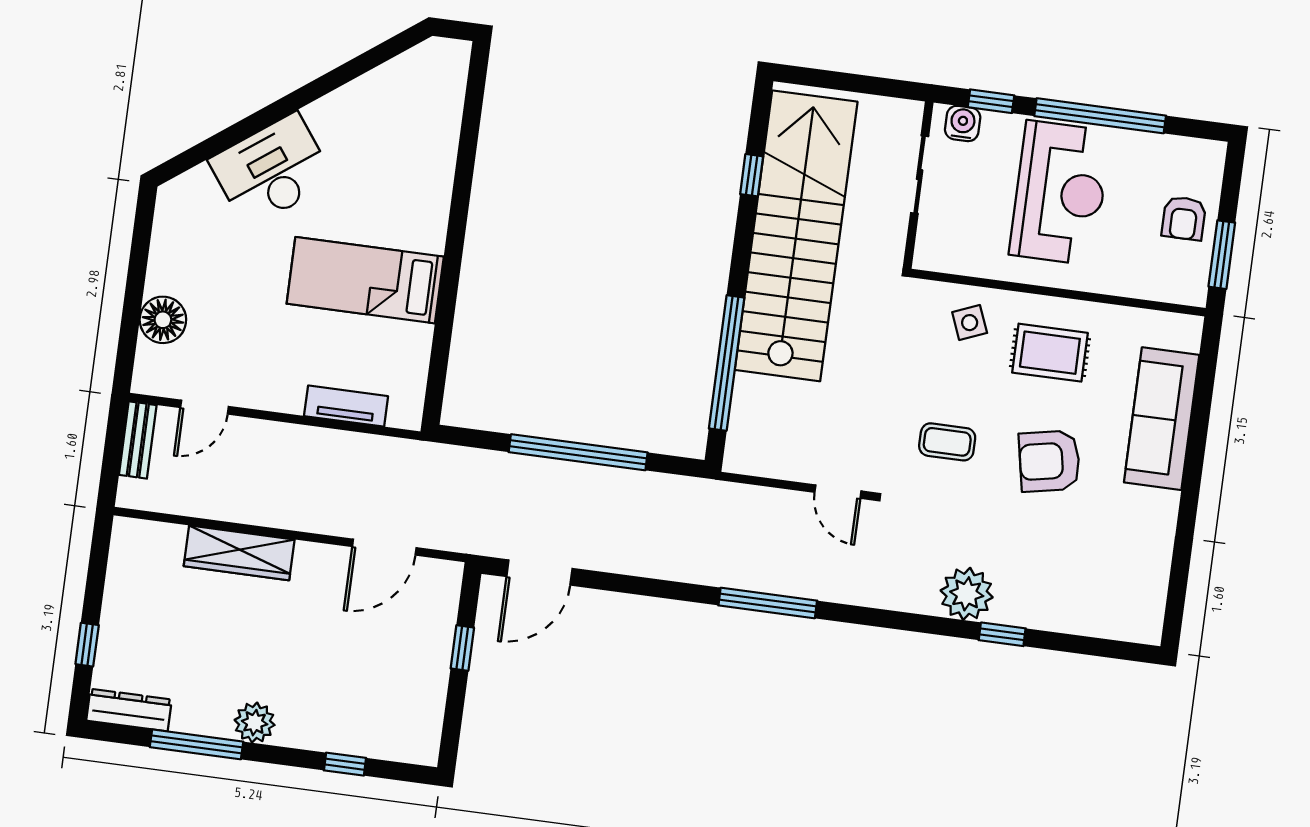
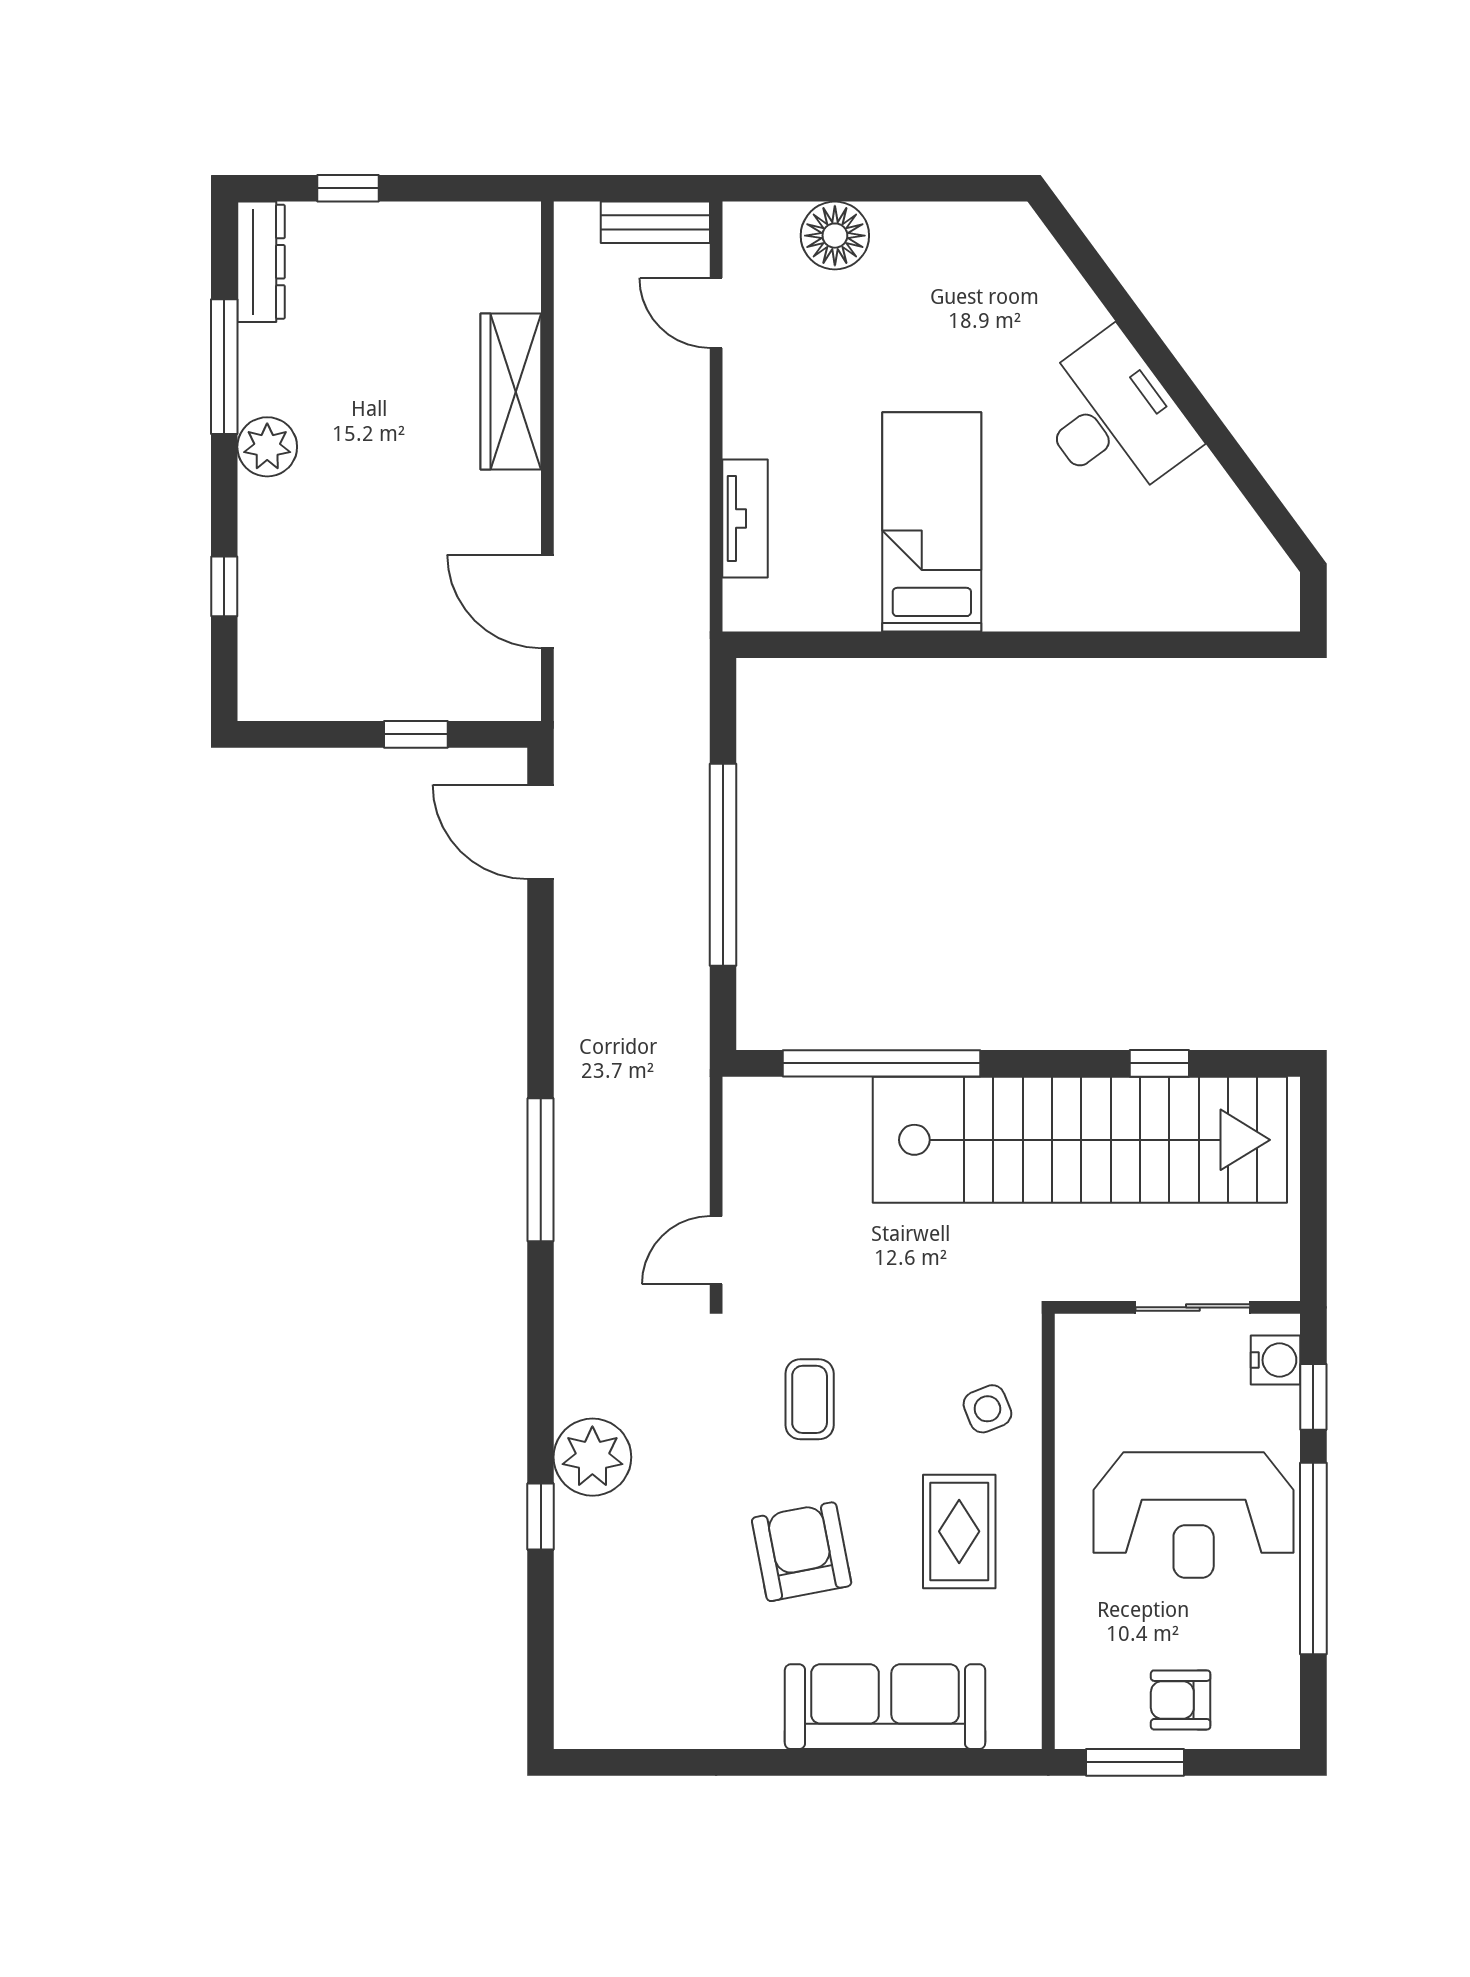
desk: (272, 170) -> (1113, 418), moved

